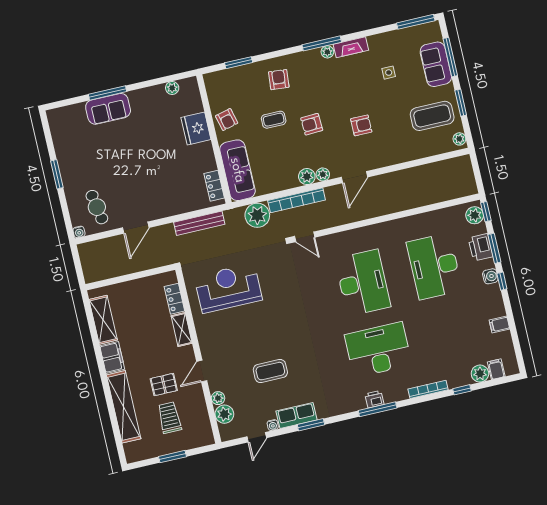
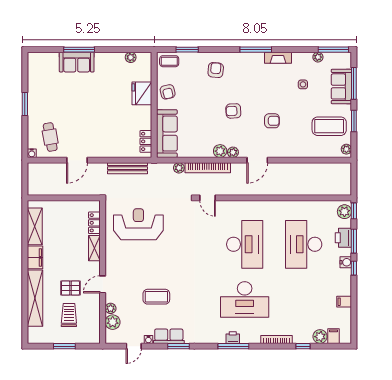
plant: (327, 52) -> (318, 57), moved
coffee table: (274, 120) -> (169, 61), moved
plant: (257, 215) -> (179, 168), width x0.53, depth x0.53
desk: (378, 350) -> (245, 300), turned 180

